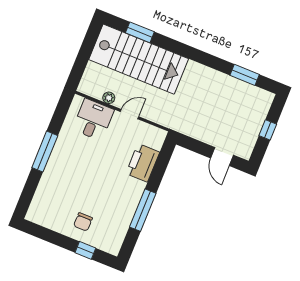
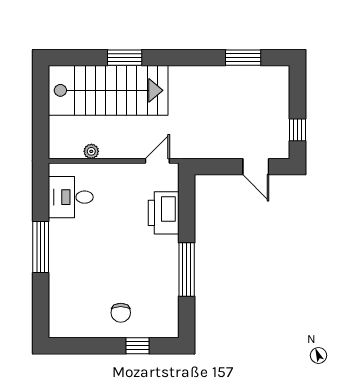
window: (140, 32) -> (125, 58), moved
door: (130, 114) -> (157, 161), moved
desk: (93, 120) -> (71, 197), moved, turned -90
window: (268, 130) -> (298, 130), moved

